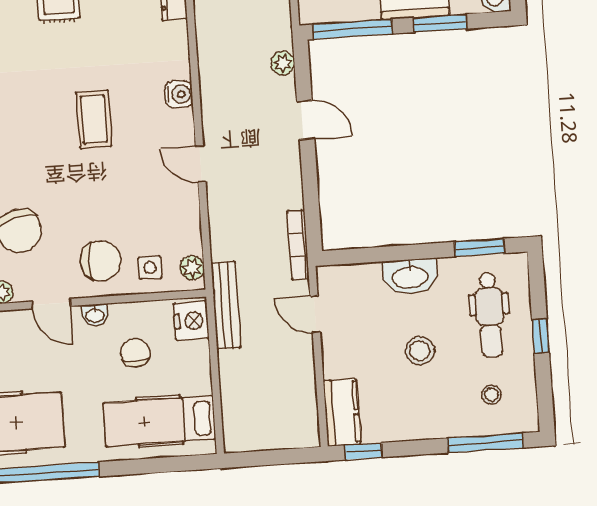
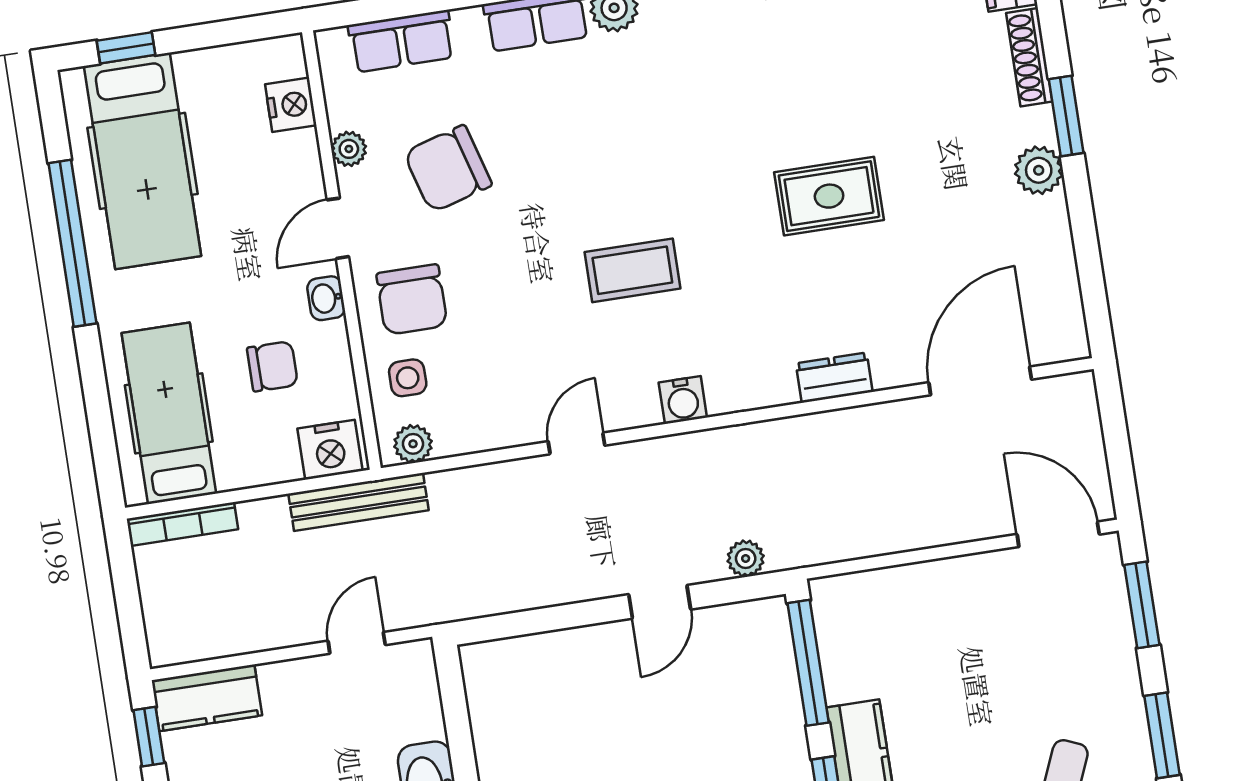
bookcase: (298, 245) -> (182, 524), moved, turned 180

